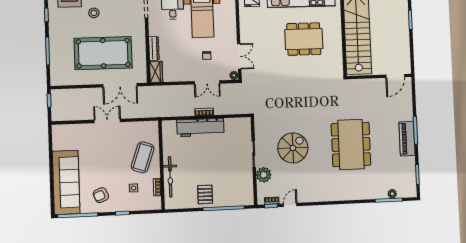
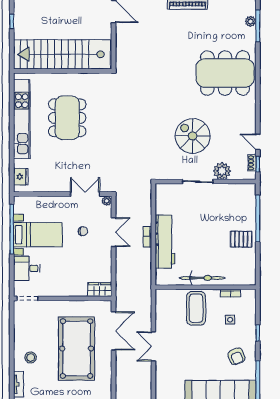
dresser: (154, 48) -> (73, 291), removed
dining table: (351, 144) -> (225, 73), moved
coffee table: (143, 157) -> (196, 308), turned 71
bicycle: (170, 177) -> (202, 278), moved

